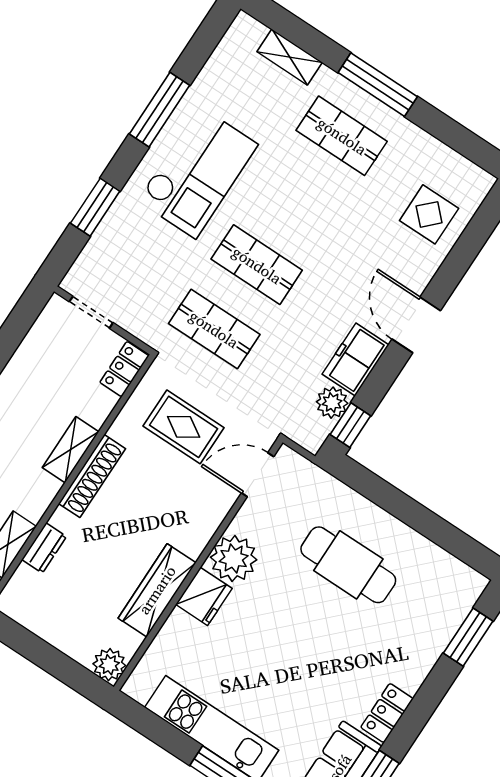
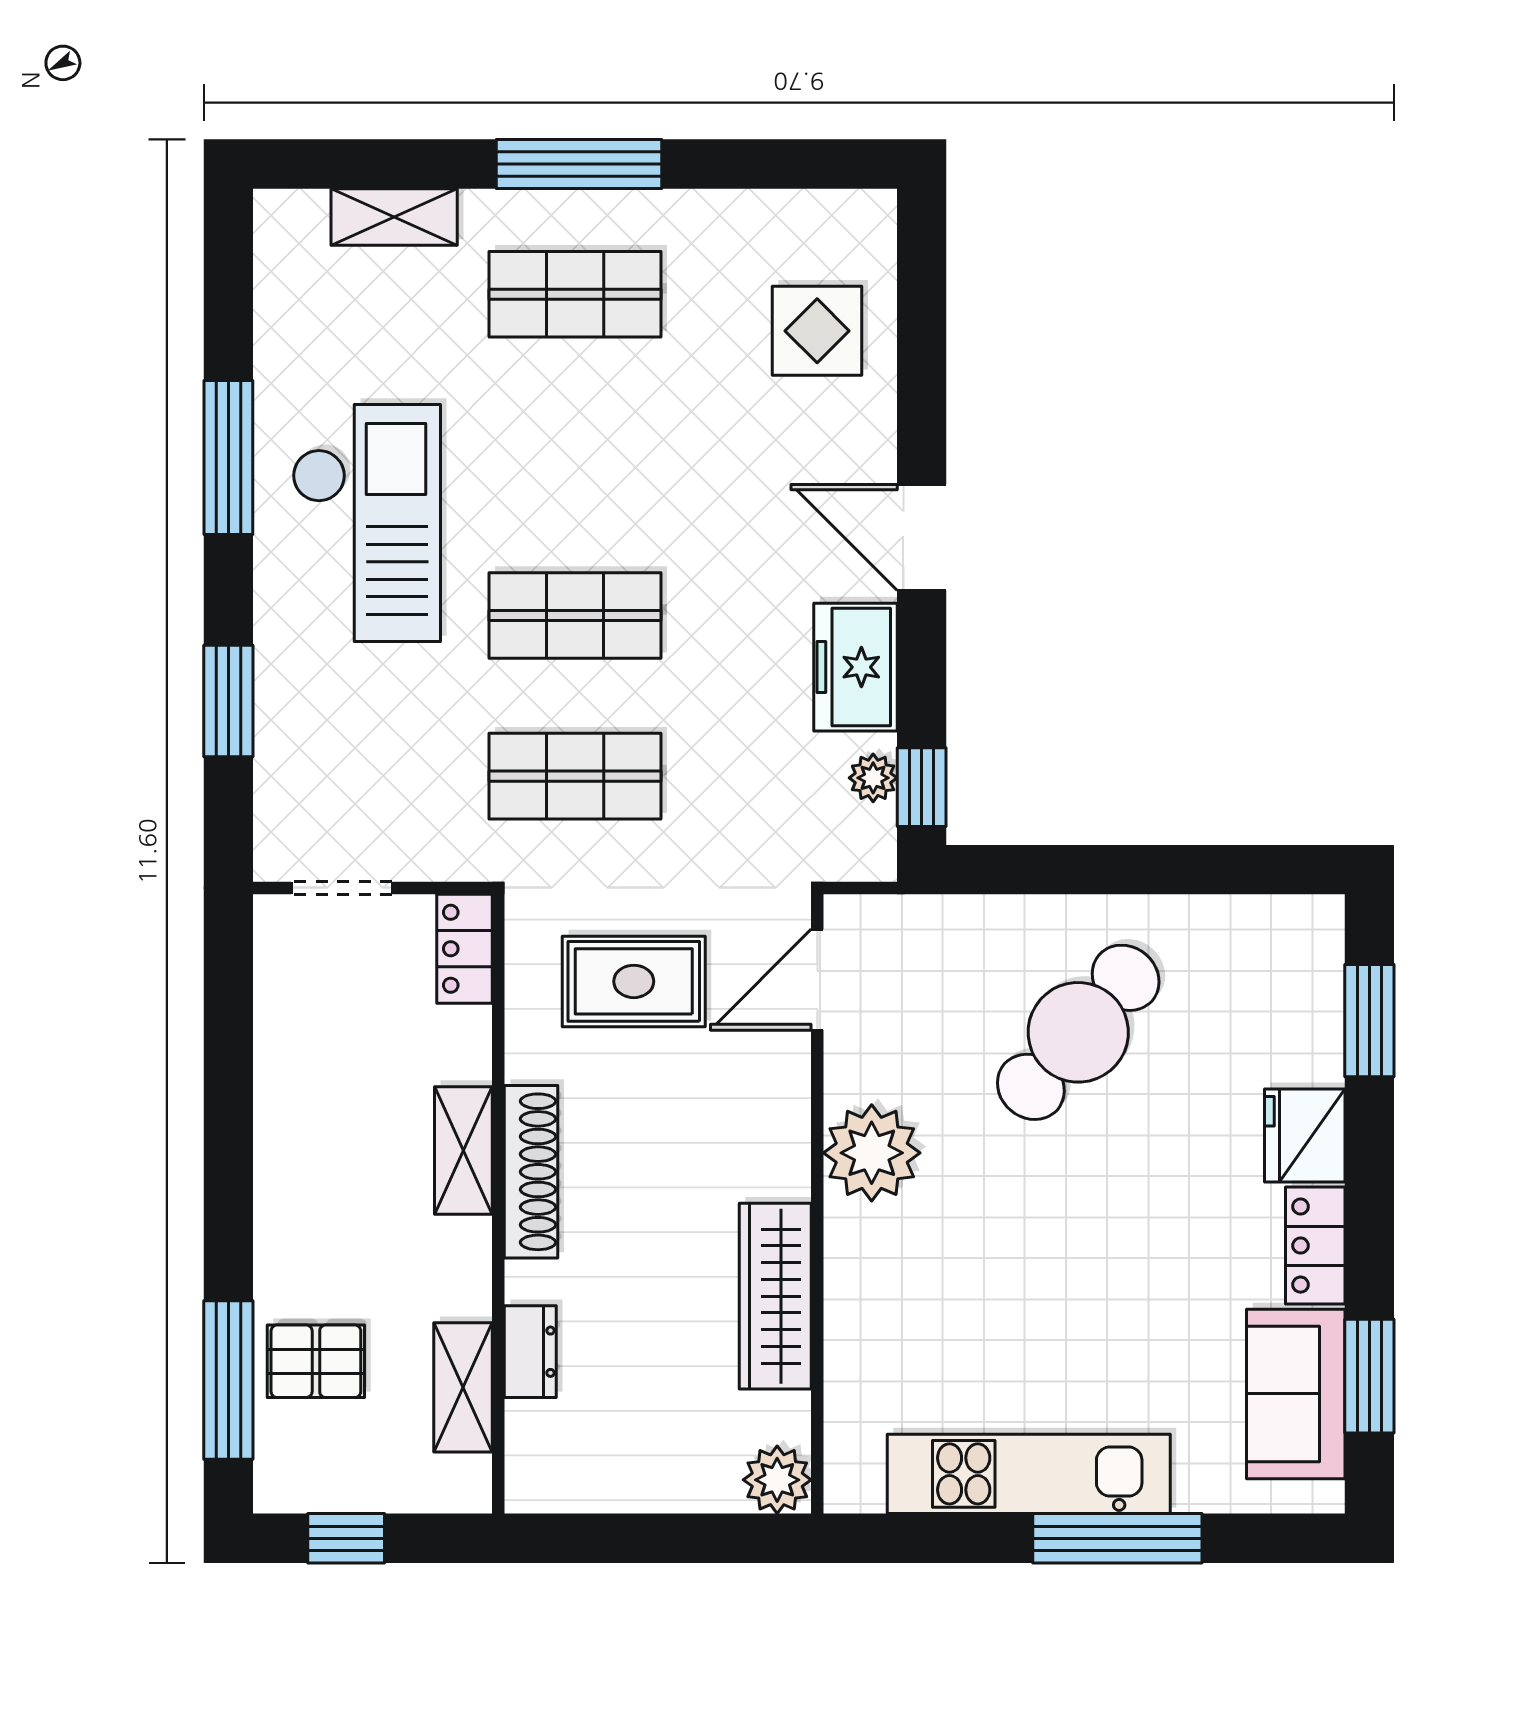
plant: (332, 403) -> (873, 778), width x0.73, depth x0.73
cafe table: (348, 565) -> (1078, 1032), turned -49
fridge: (204, 596) -> (1305, 1135), moved, turned 180

